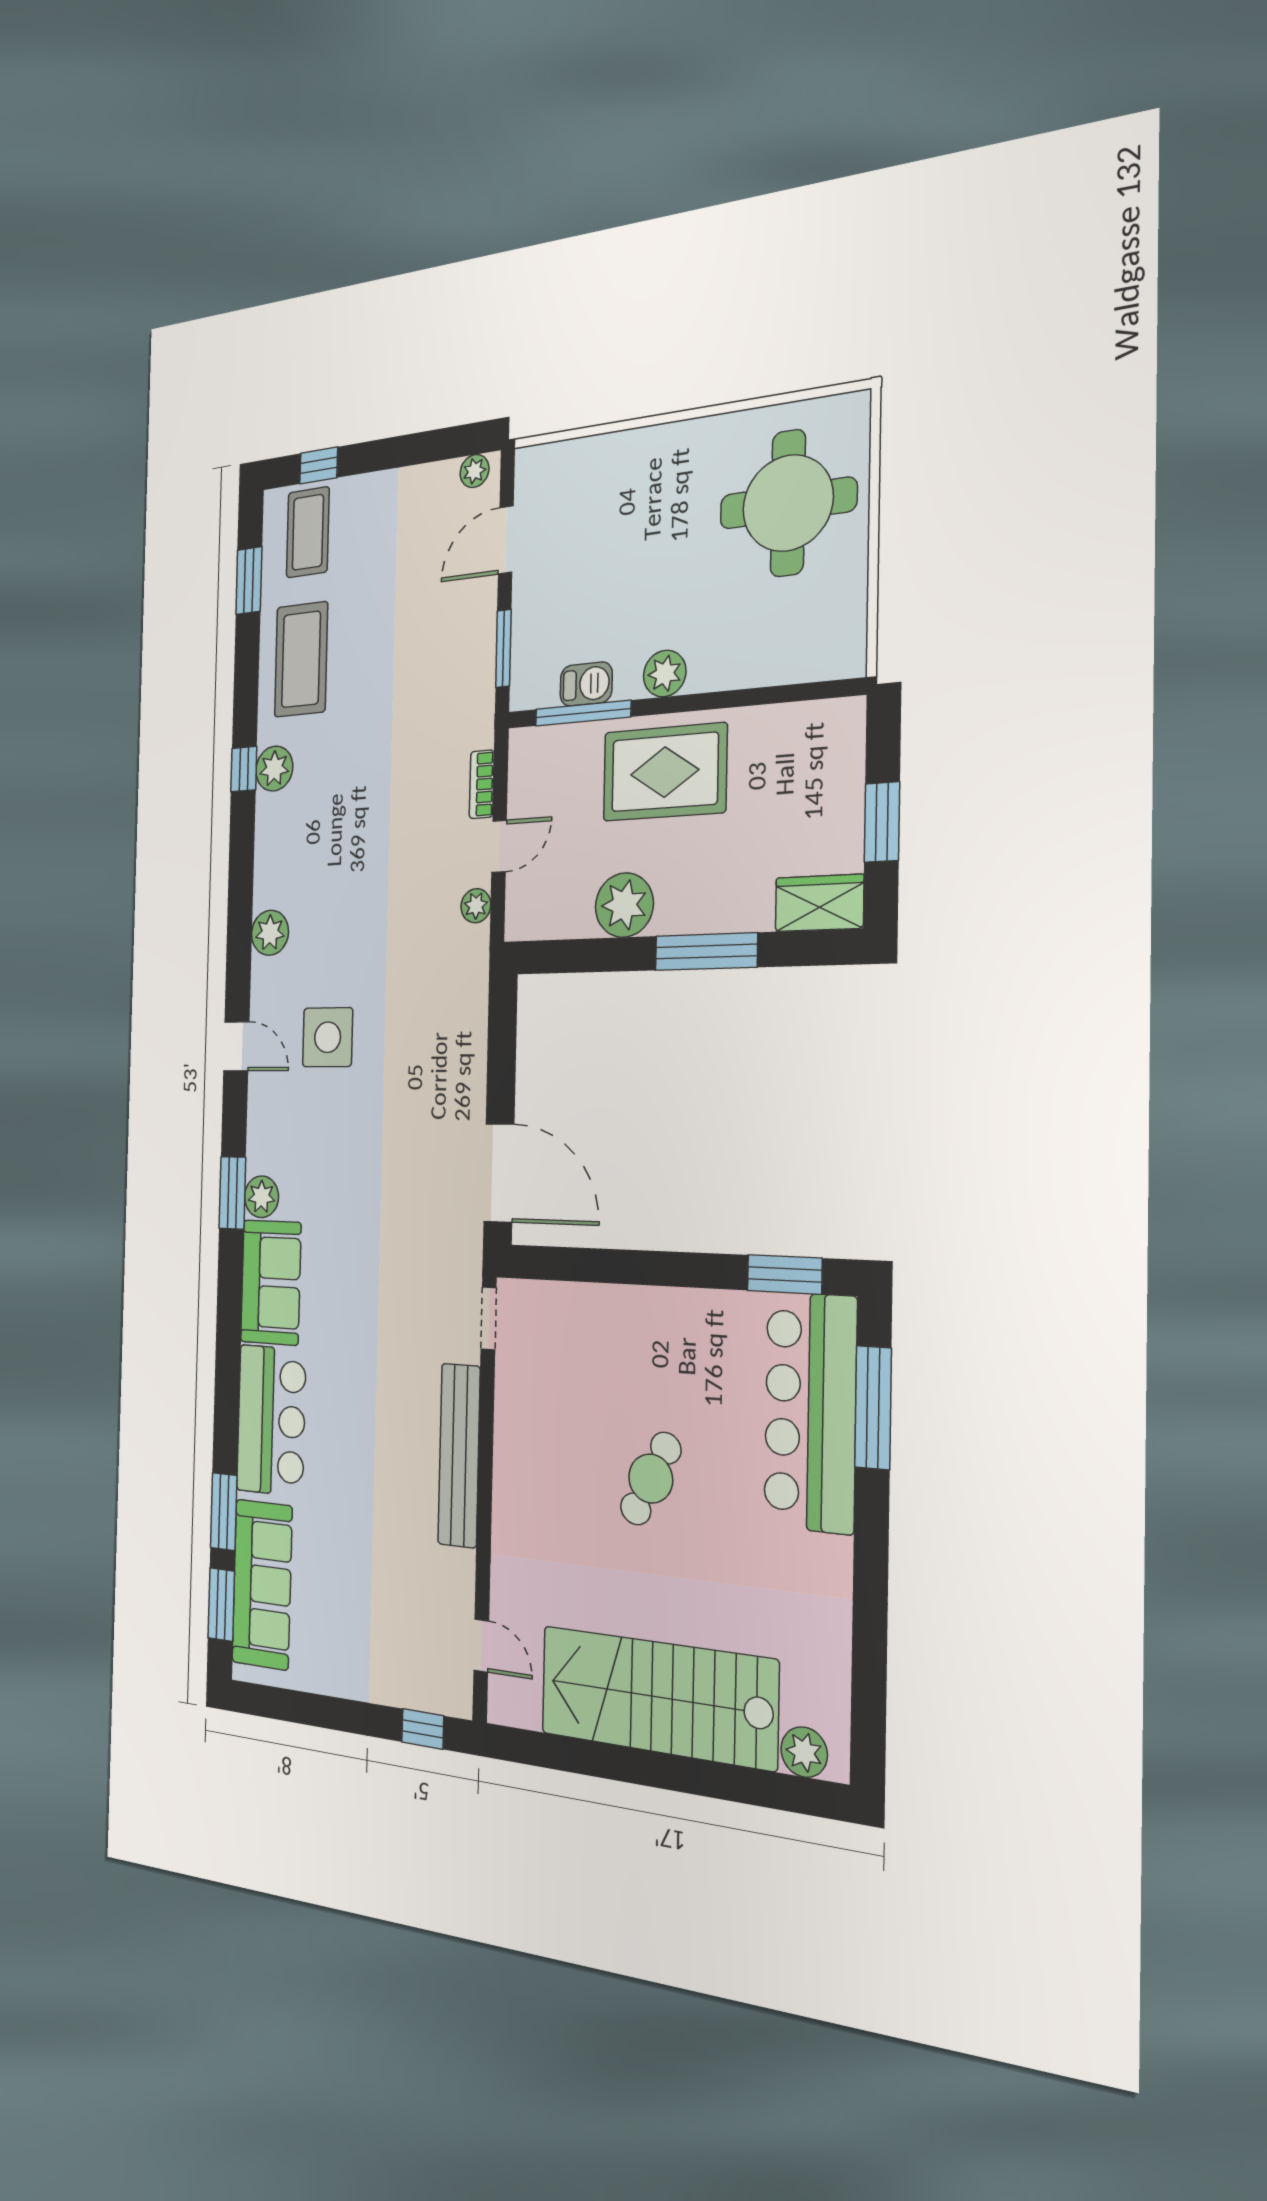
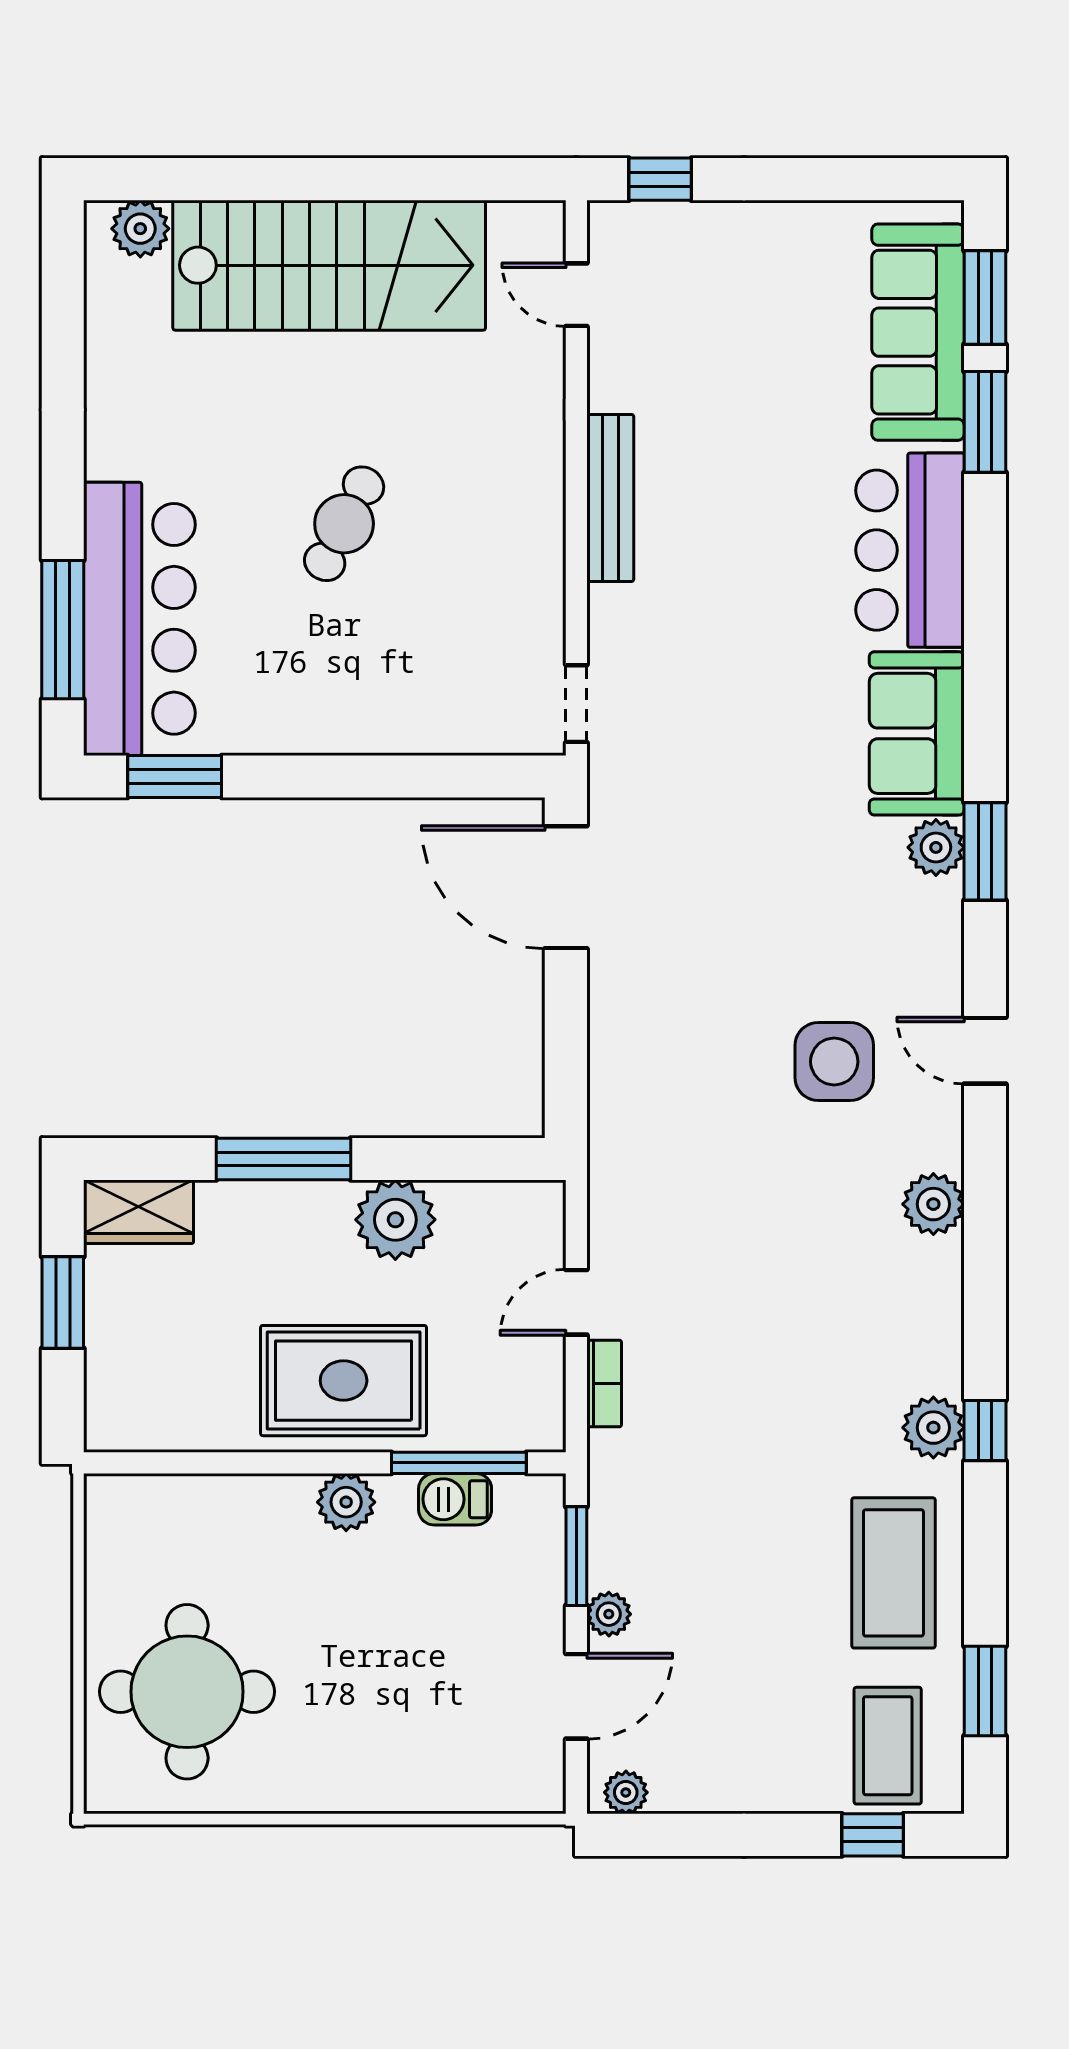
plant: (476, 906) -> (609, 1614), moved
bench: (459, 1455) -> (610, 498), width x0.73, depth x0.82

